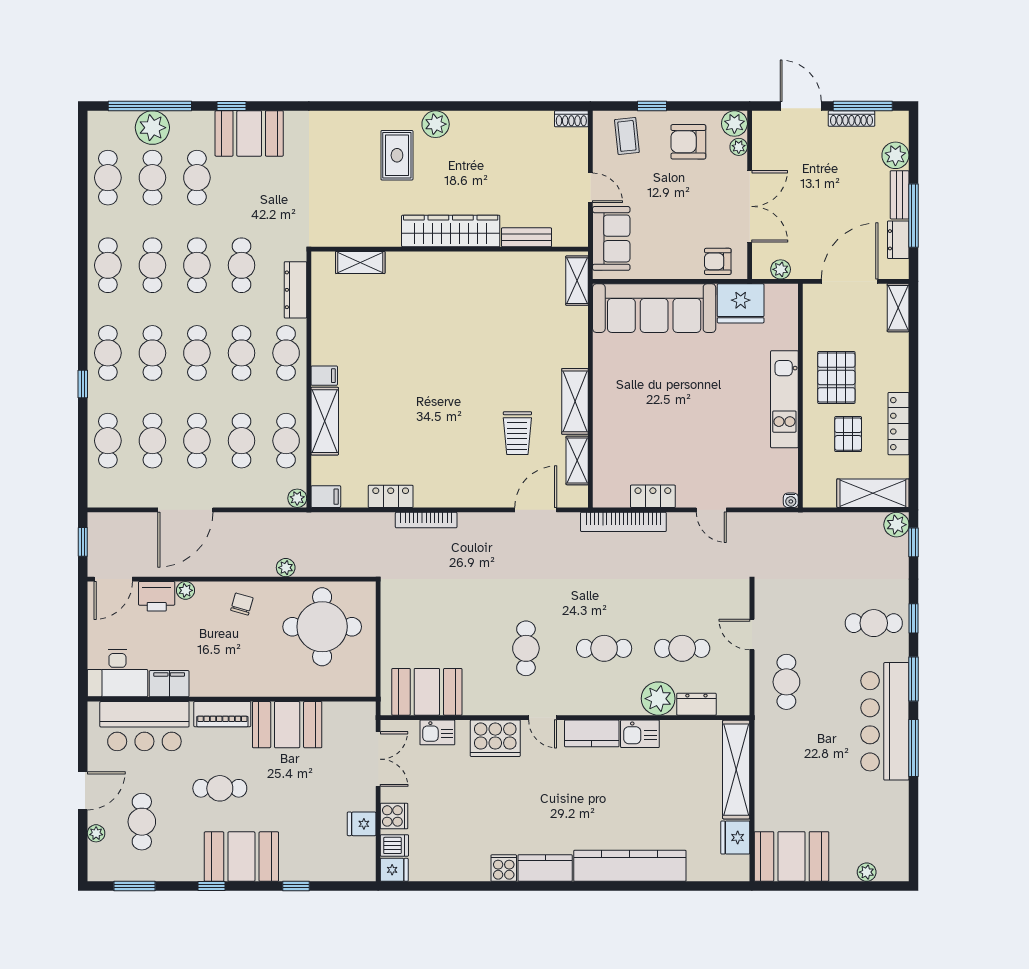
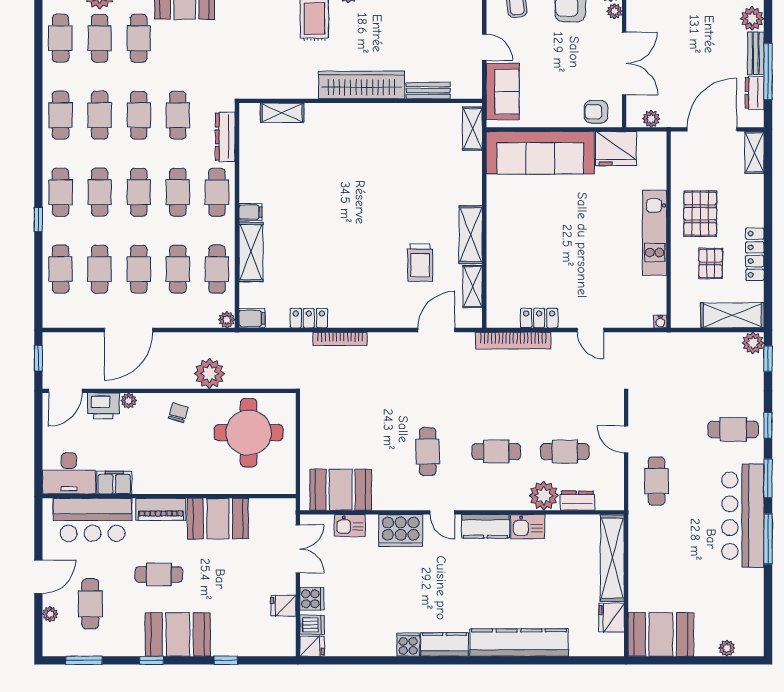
plant: (286, 568) -> (210, 374), width x1.88, depth x1.88

